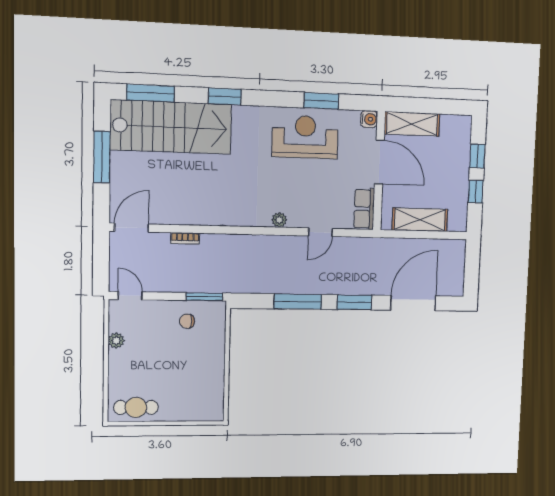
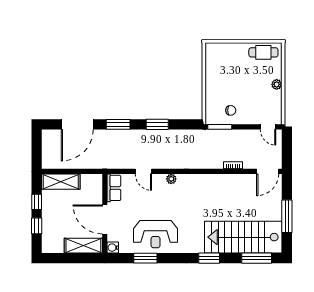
shelving: (420, 220) -> (61, 182), moved
door: (320, 232) -> (143, 171), swing flipped
window: (298, 302) -> (157, 124), width x0.69
plant: (116, 341) -> (277, 84), moved

